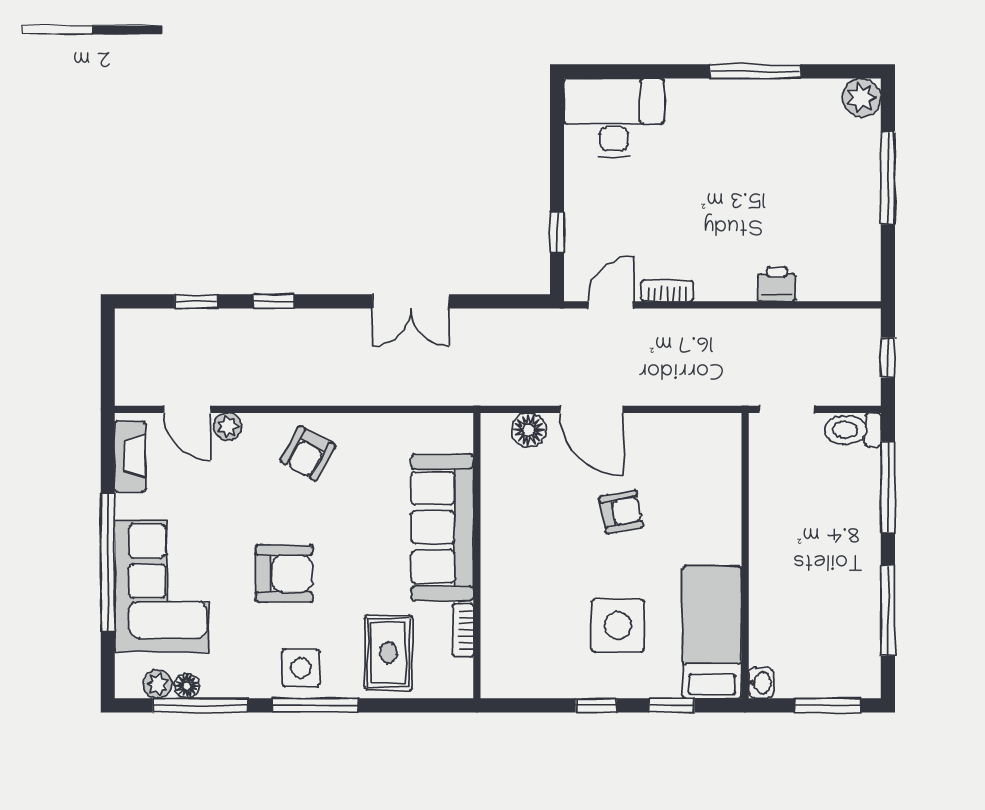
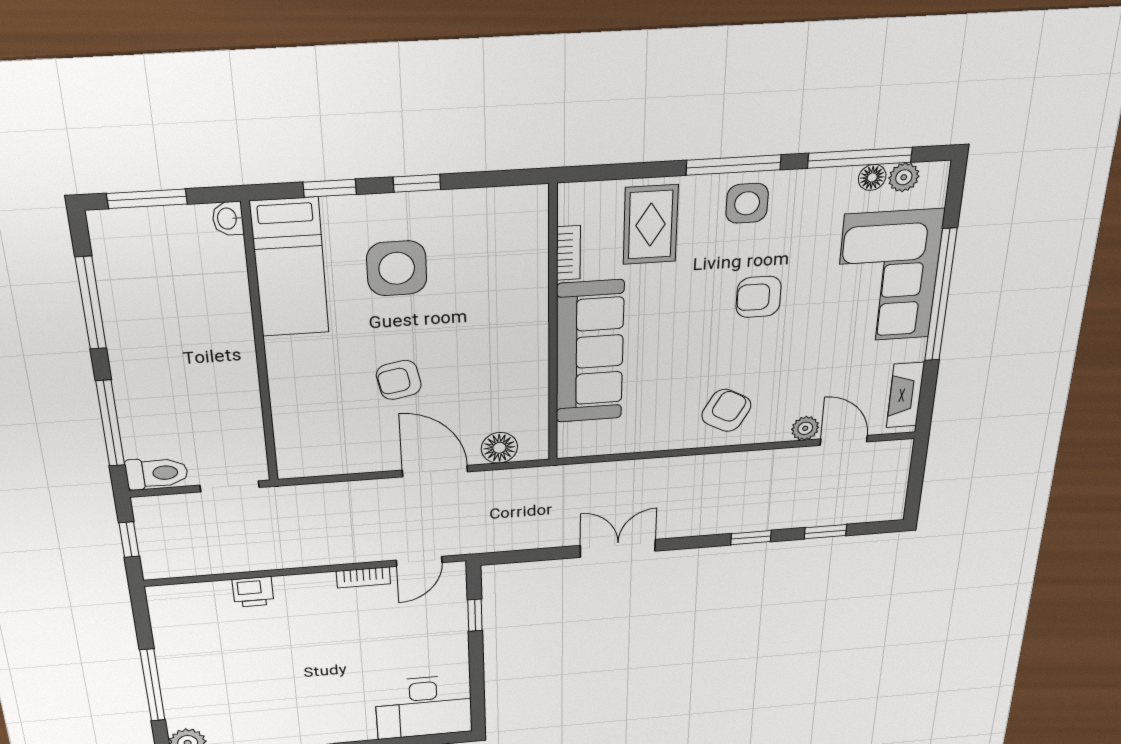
armchair: (284, 573) -> (759, 297), width x0.72, depth x0.72

